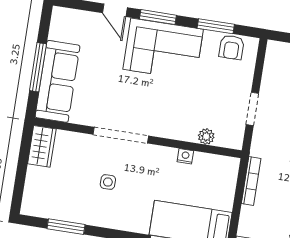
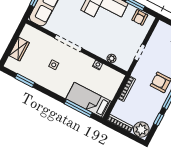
wardrobe: (42, 146) -> (19, 49), moved

